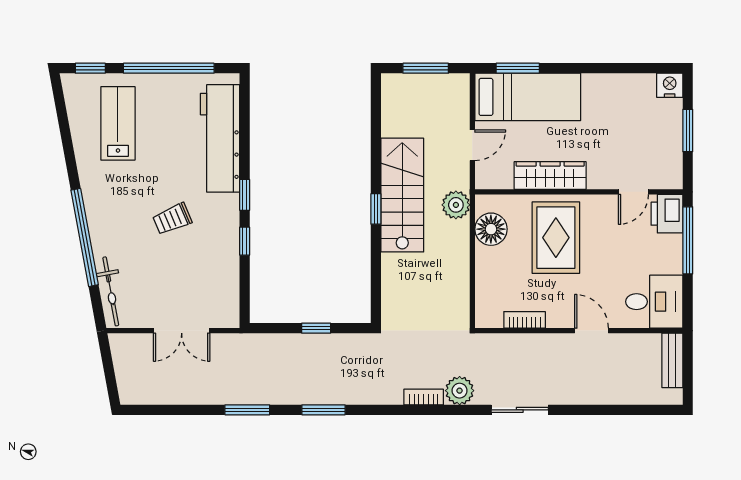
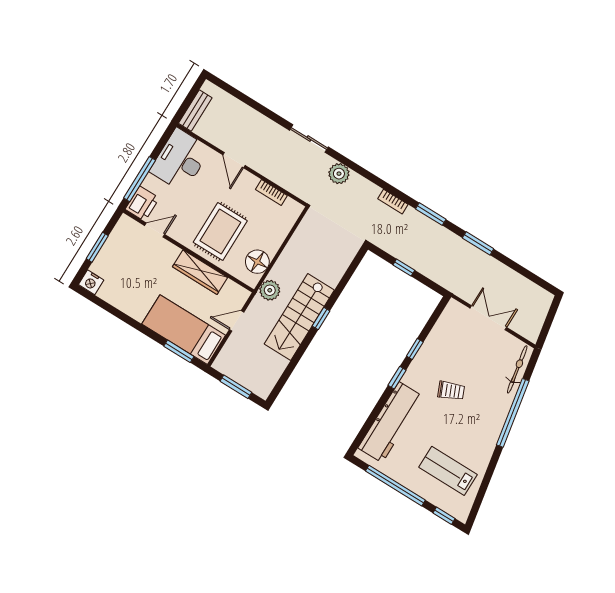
lab bench: (118, 123) -> (448, 471), turned 90
desk: (654, 302) -> (180, 160), width x1.37
bookcase: (424, 397) -> (393, 202), moved

